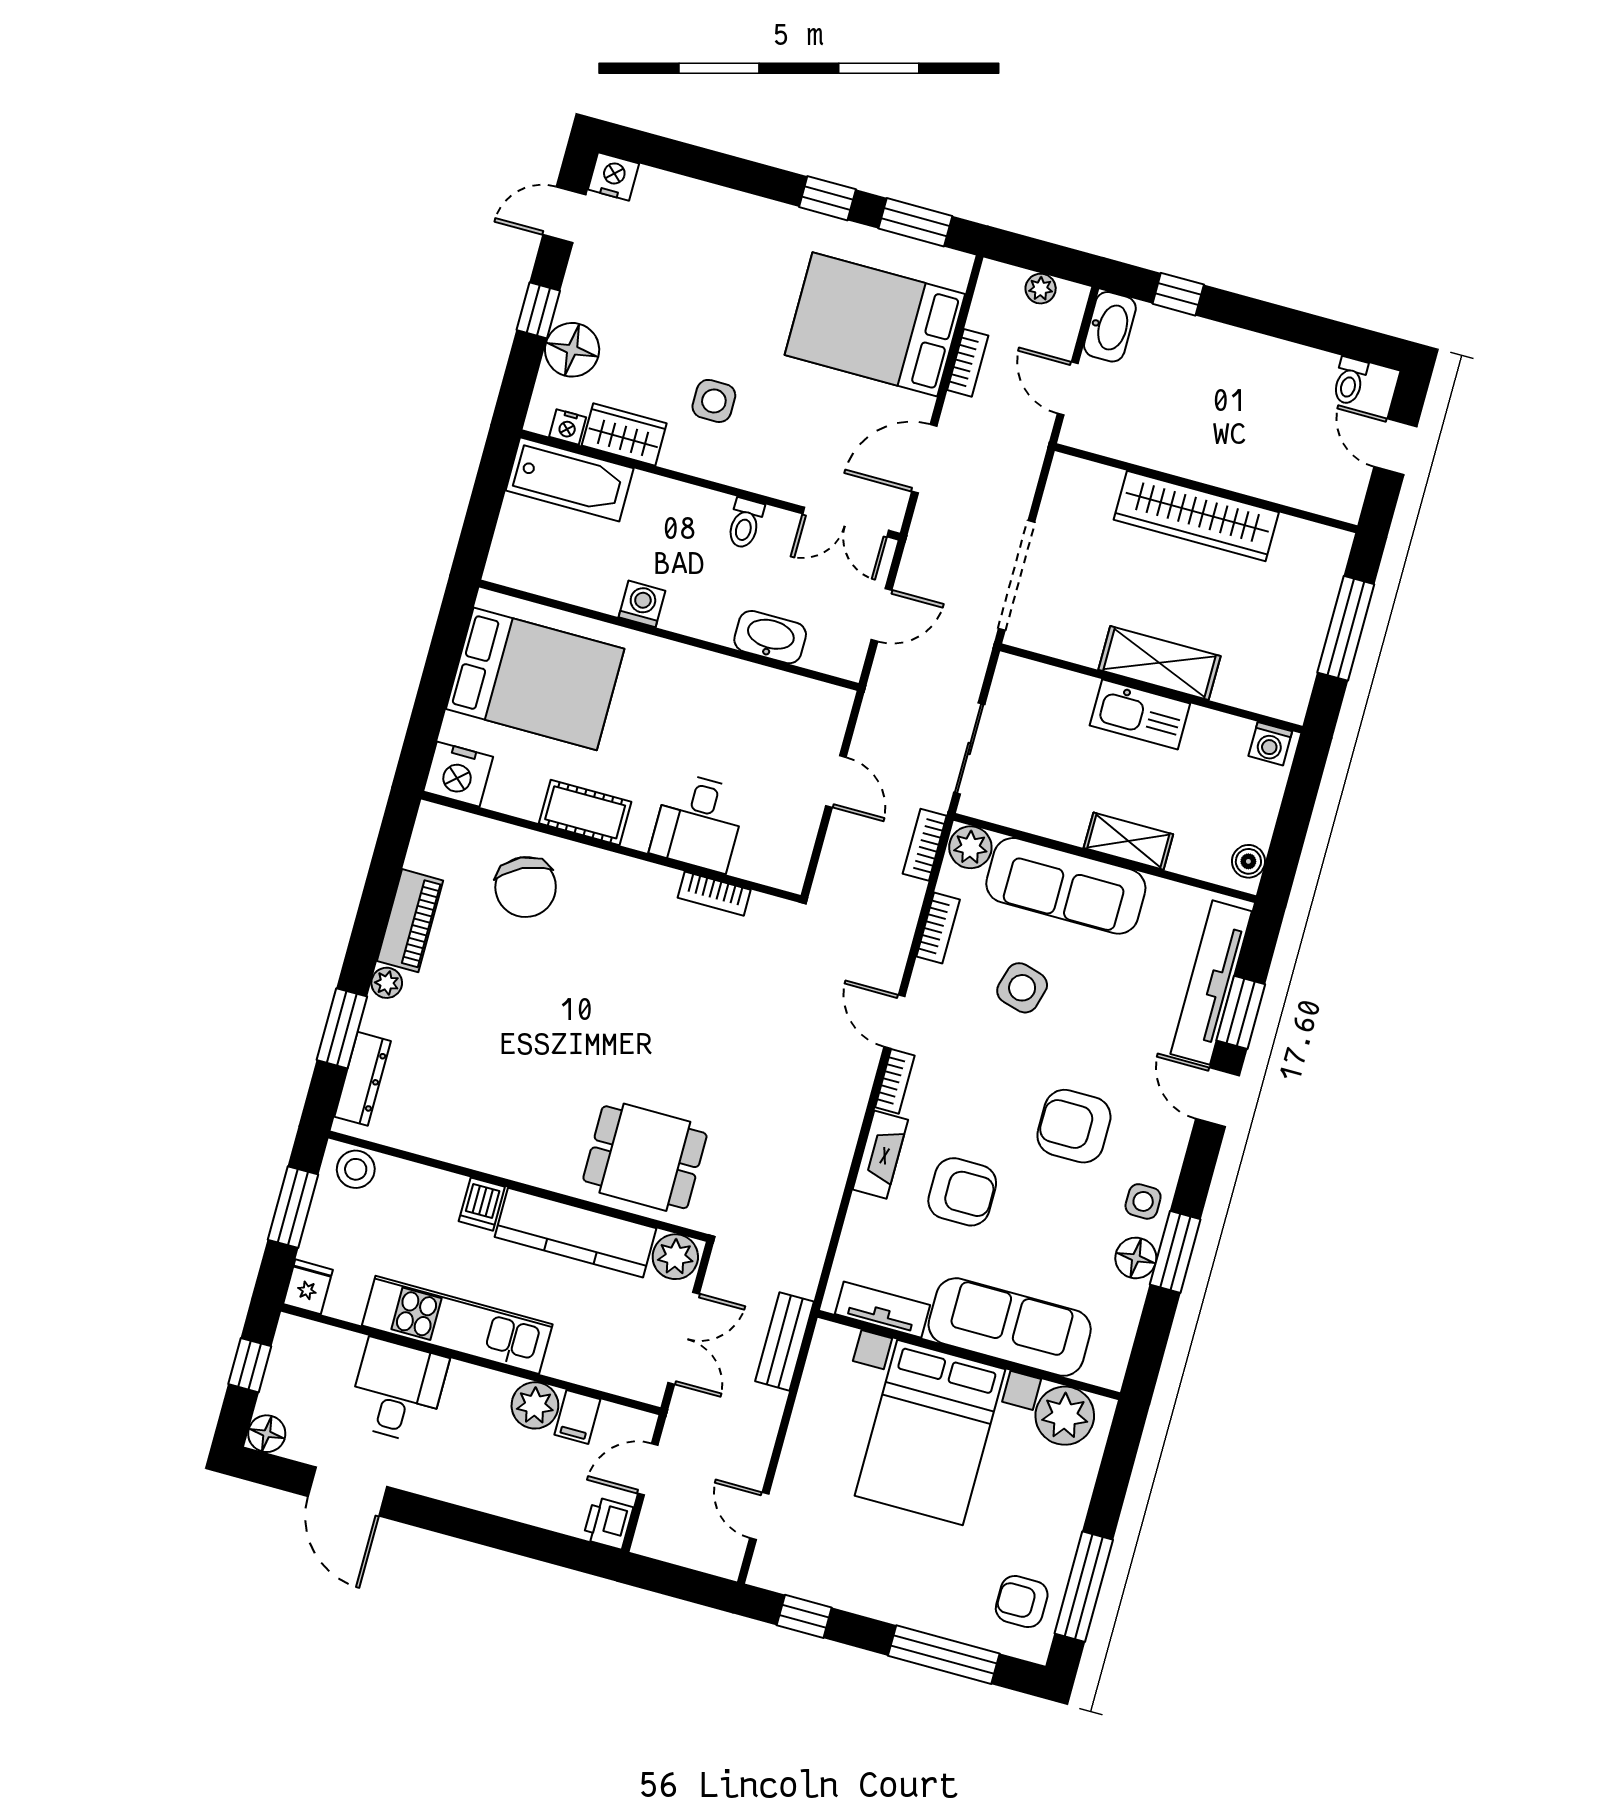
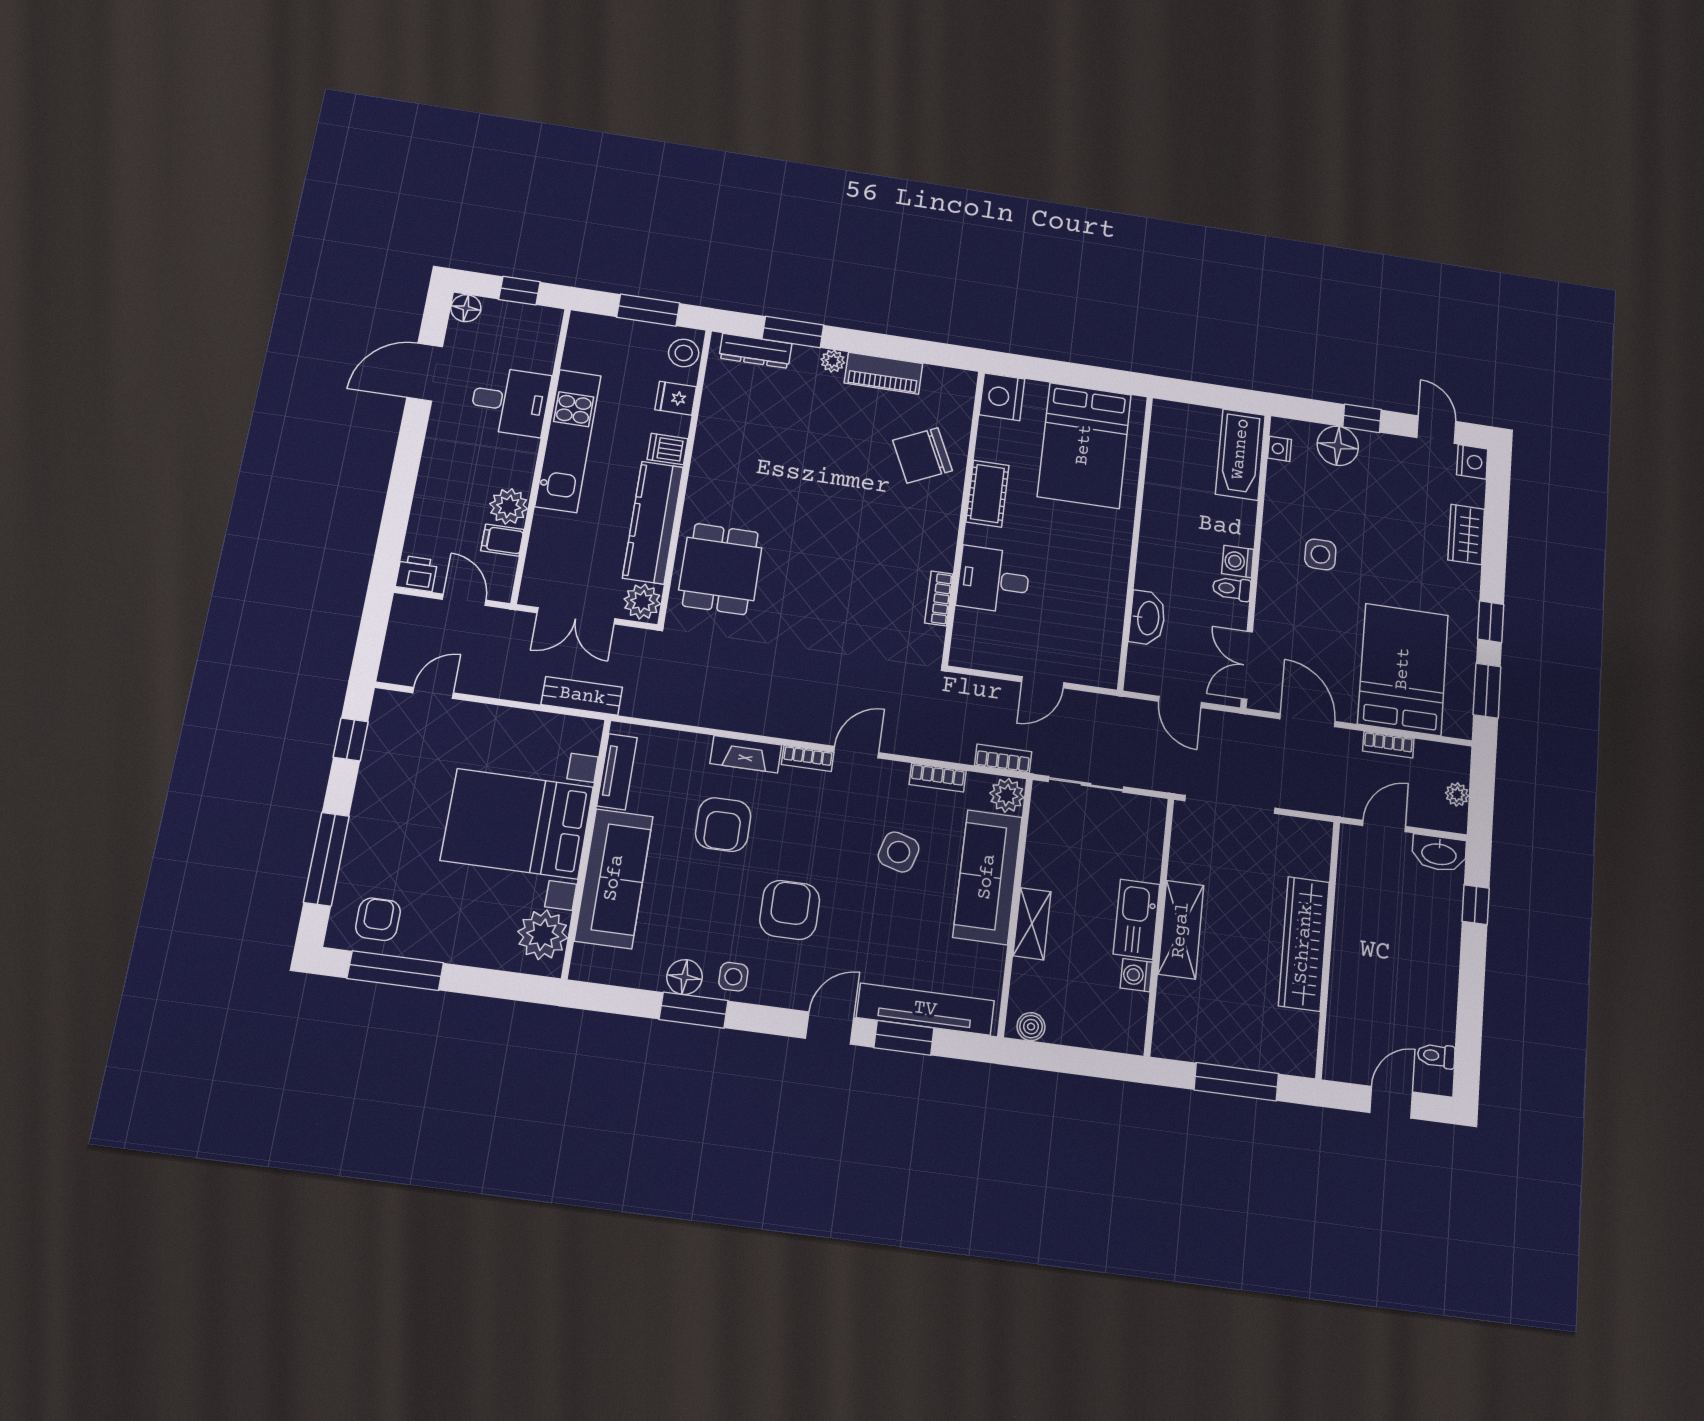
wardrobe: (624, 434) -> (1466, 534), moved, turned 180
washing machine: (642, 604) -> (1238, 561), moved, turned 180
washing machine: (1270, 744) -> (1136, 975), moved
fridge: (308, 1287) -> (676, 398), moved, turned 180

